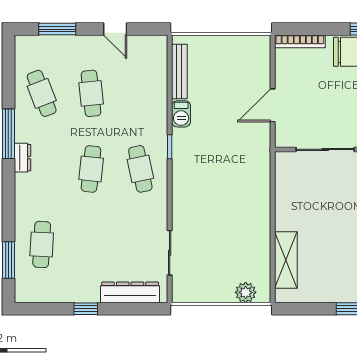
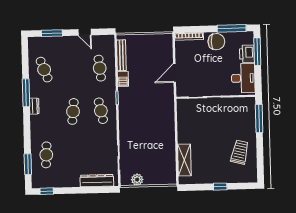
cafe table: (91, 93) -> (100, 68), moved
plant: (246, 292) -> (137, 180), moved
window: (86, 309) -> (47, 191), moved

